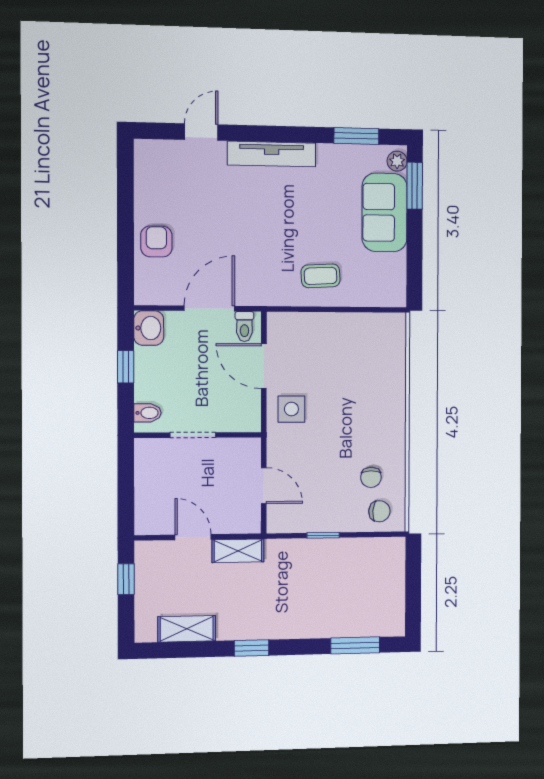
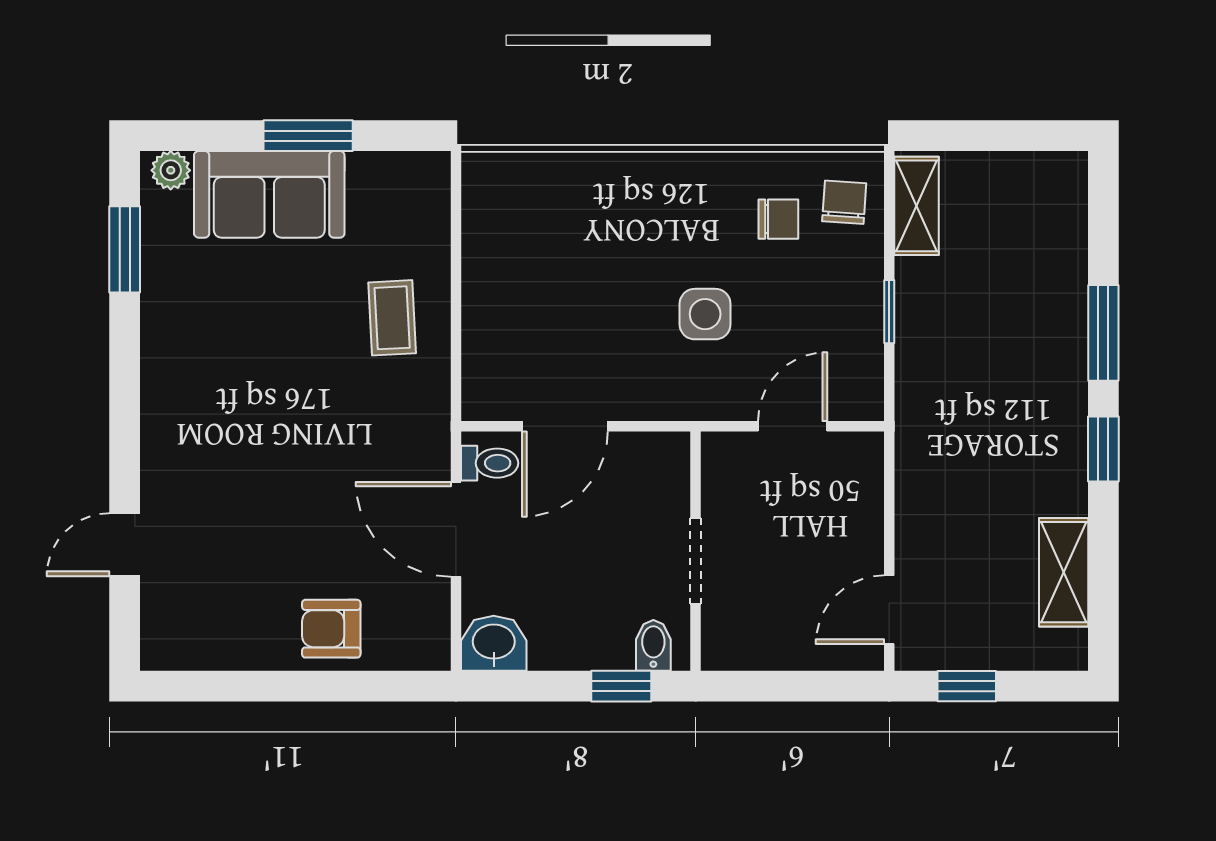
door: (201, 132) -> (125, 545), hinge flipped
tv unit: (272, 154) -> (163, 412), removed
window: (415, 186) -> (308, 136), moved
window: (126, 367) -> (621, 686), moved
side table: (291, 409) -> (705, 314), moved
door: (193, 537) -> (889, 610), moved
shelving: (238, 551) -> (916, 206), moved
window: (355, 645) -> (1103, 333), moved

